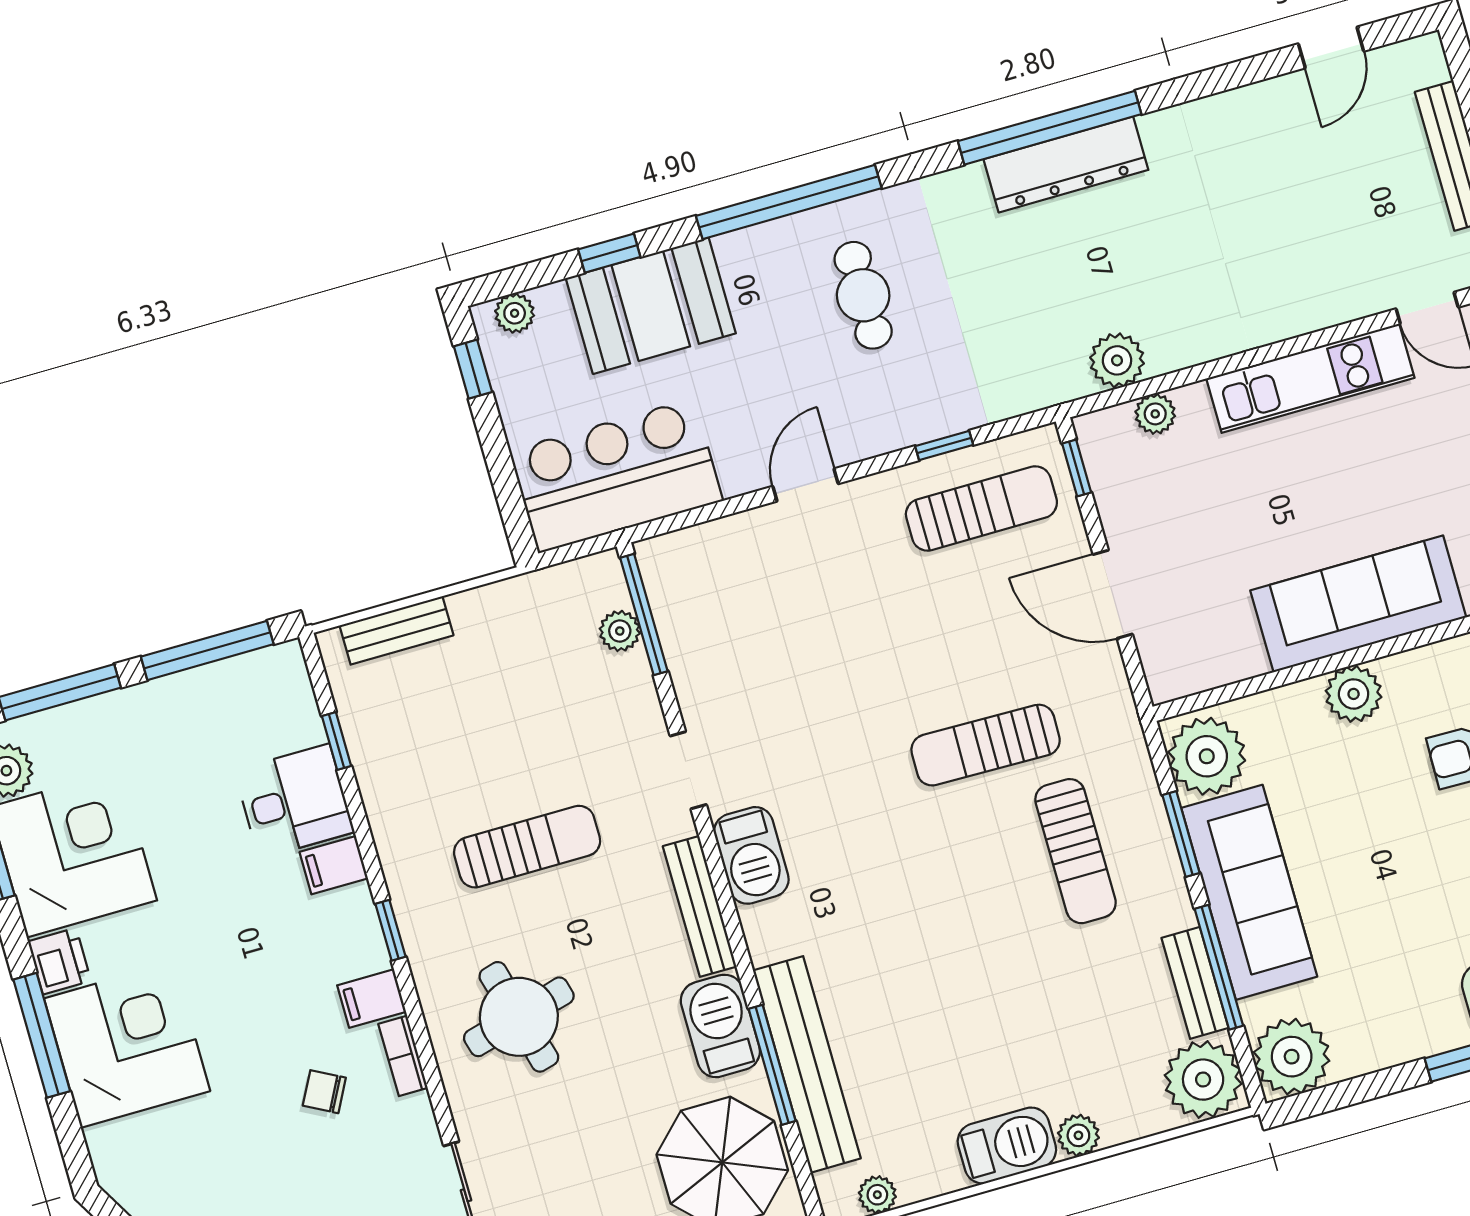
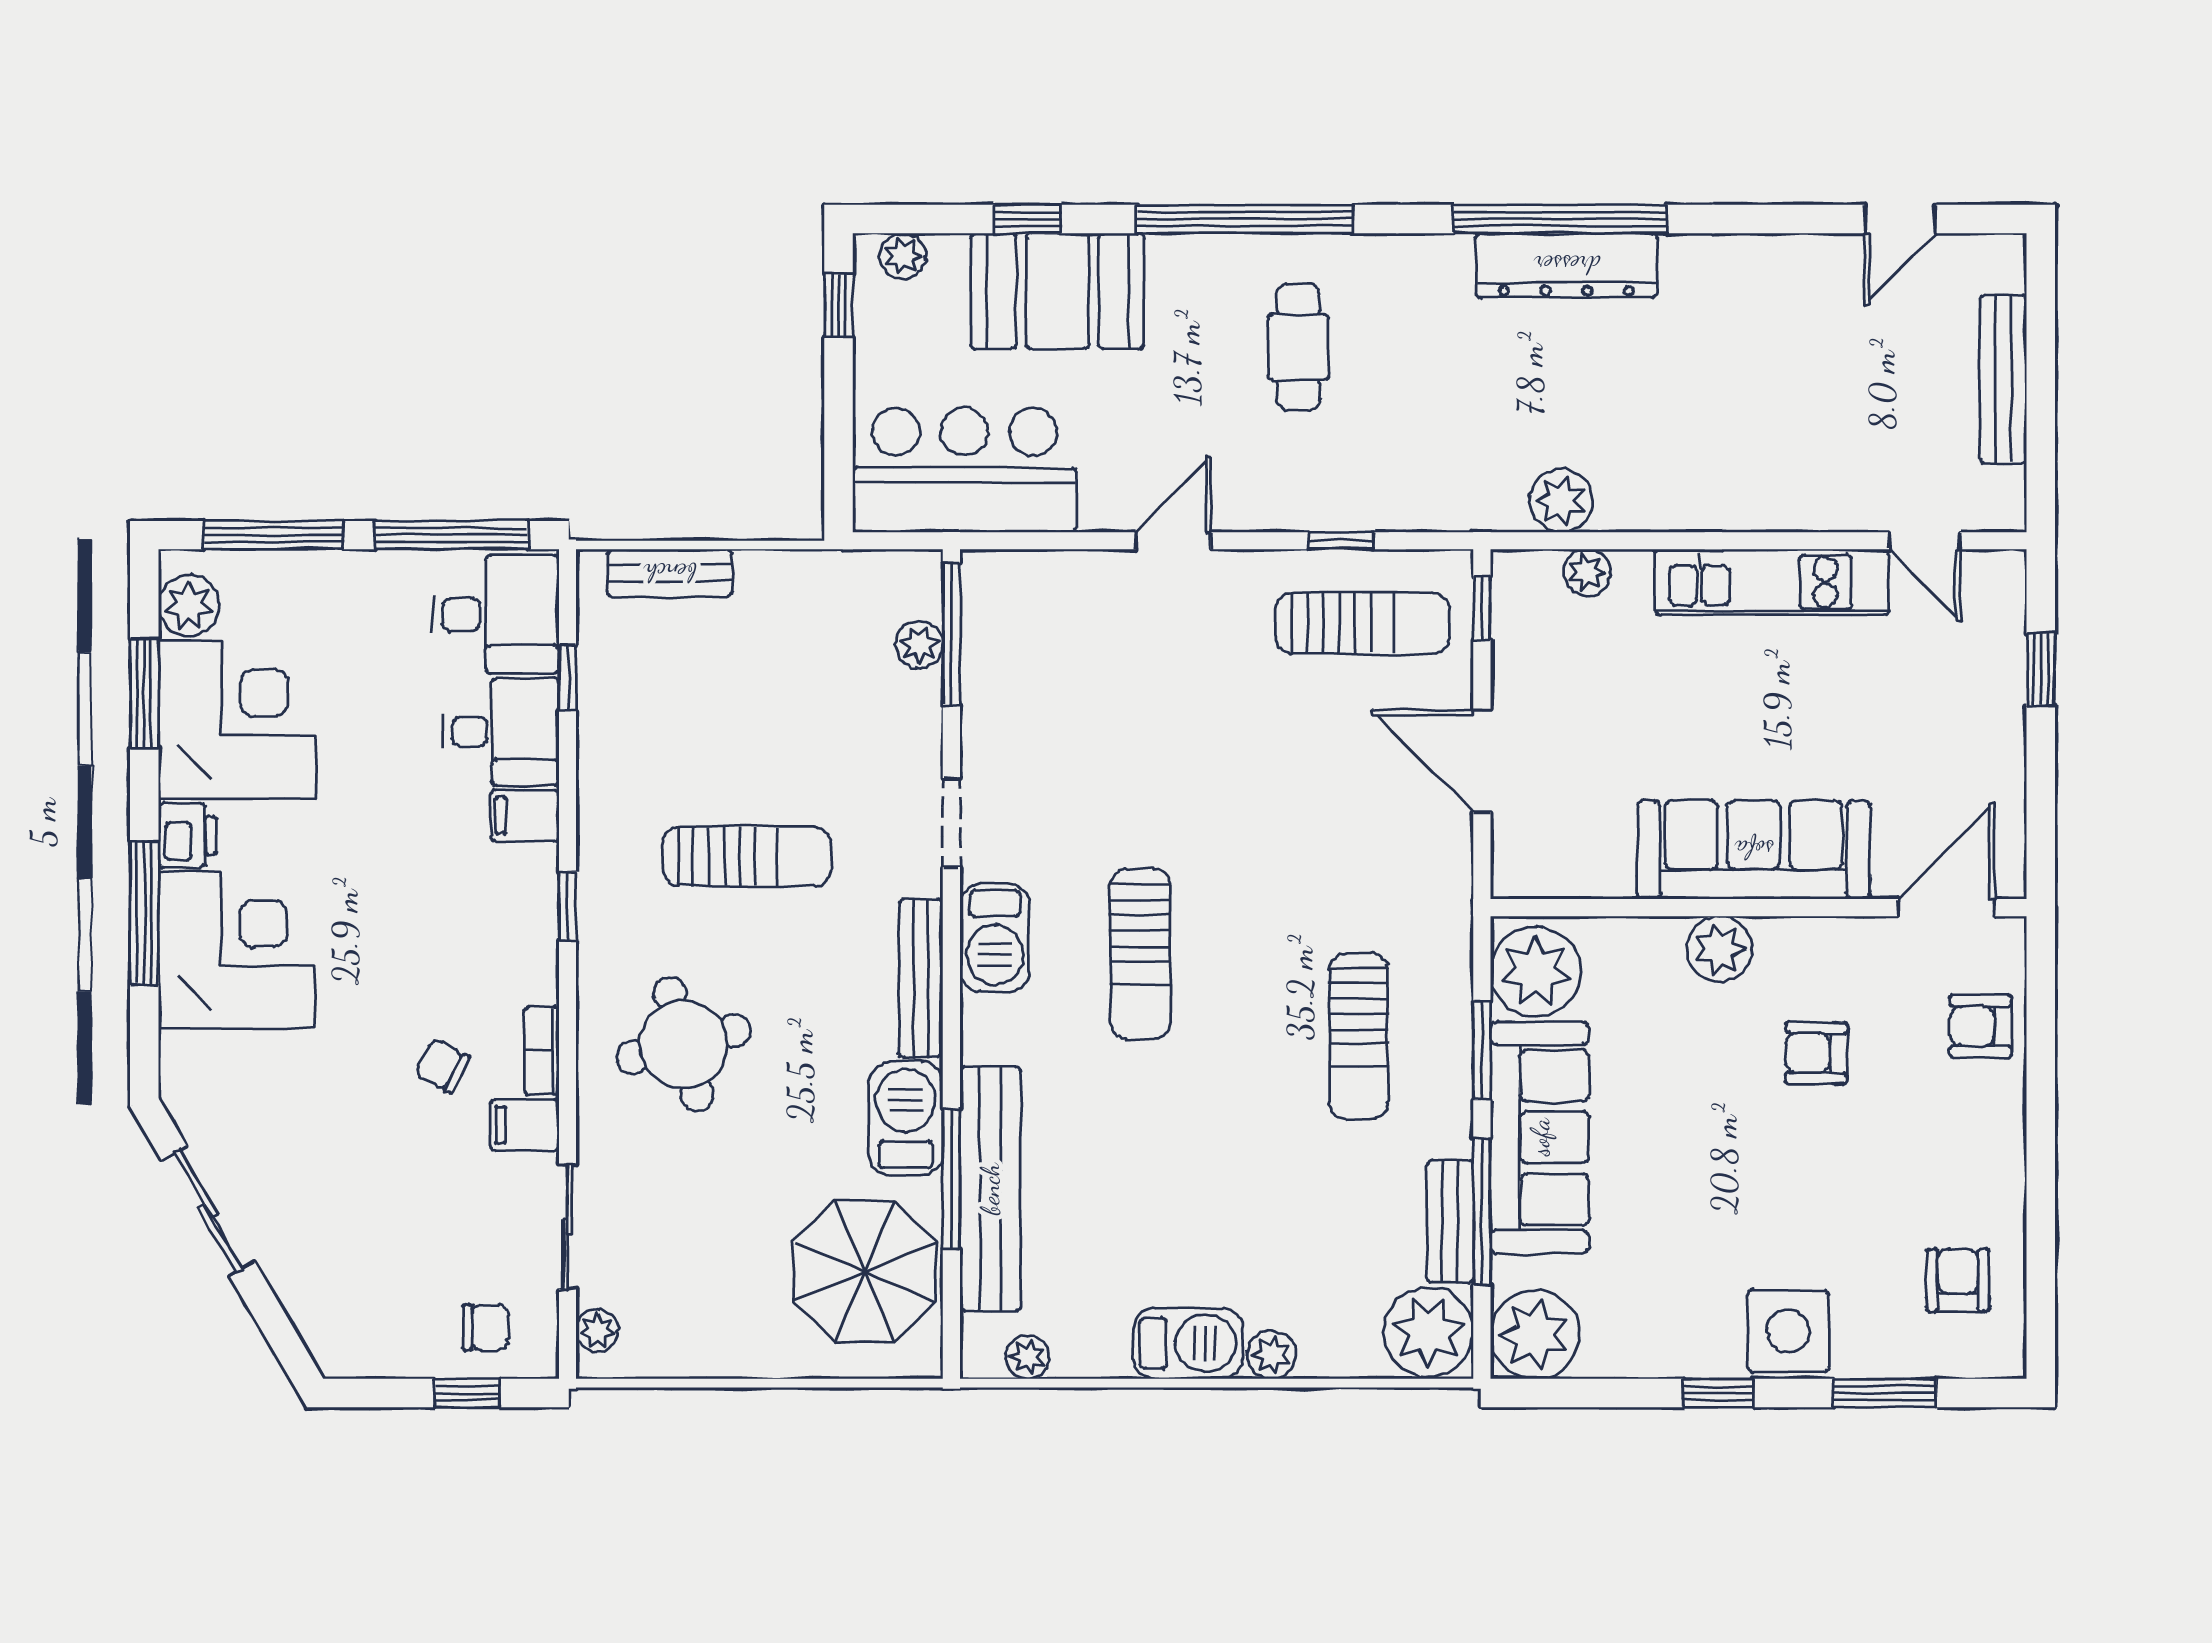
desk: (262, 706) -> (496, 614), added
sun lounger: (986, 745) -> (1140, 954), moved, turned -91
filing cabinet: (372, 999) -> (525, 1125), moved

